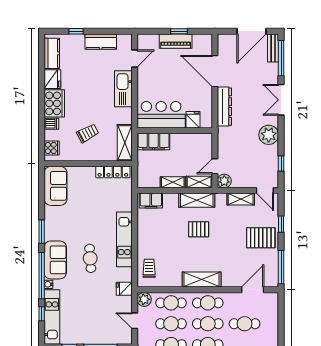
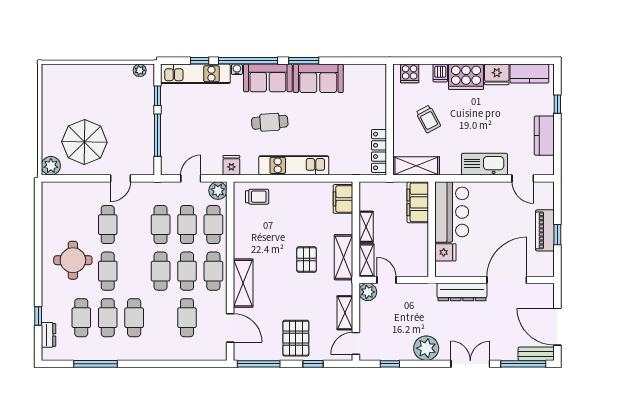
sofa: (56, 186) -> (318, 78), moved
shelving: (202, 279) -> (243, 283), moved

